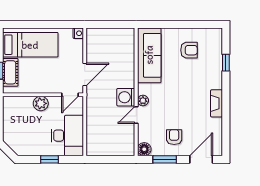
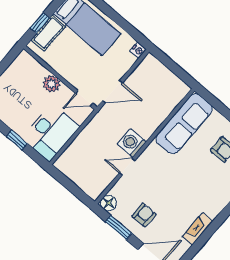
plant: (143, 101) -> (144, 159), removed
fireplace: (217, 103) -> (197, 229), moved

